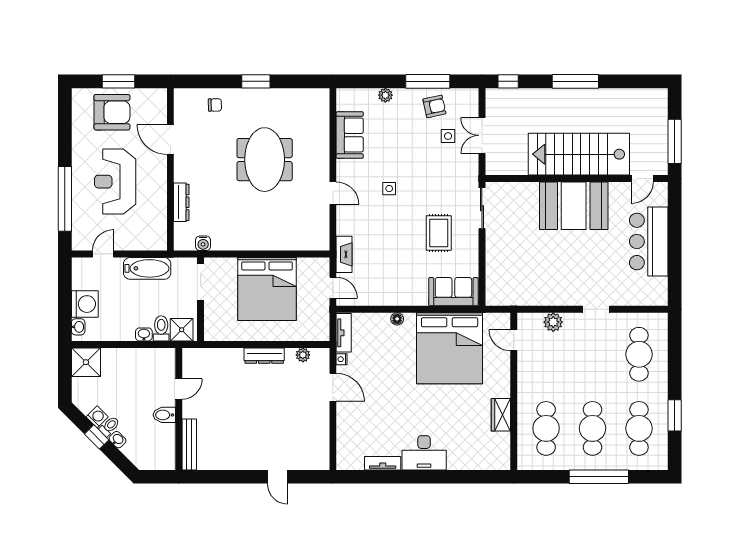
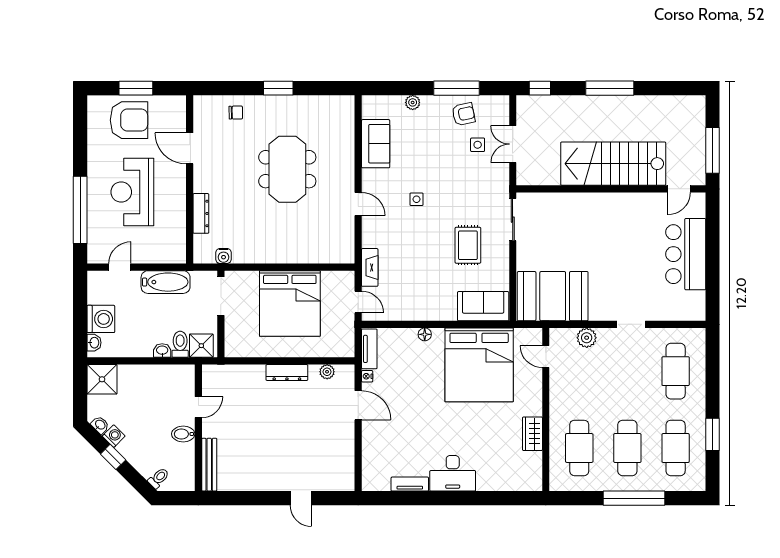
booth: (574, 206) -> (553, 296), moved
toilet: (109, 426) -> (159, 478), moved
washbasin: (117, 440) -> (100, 425), moved

